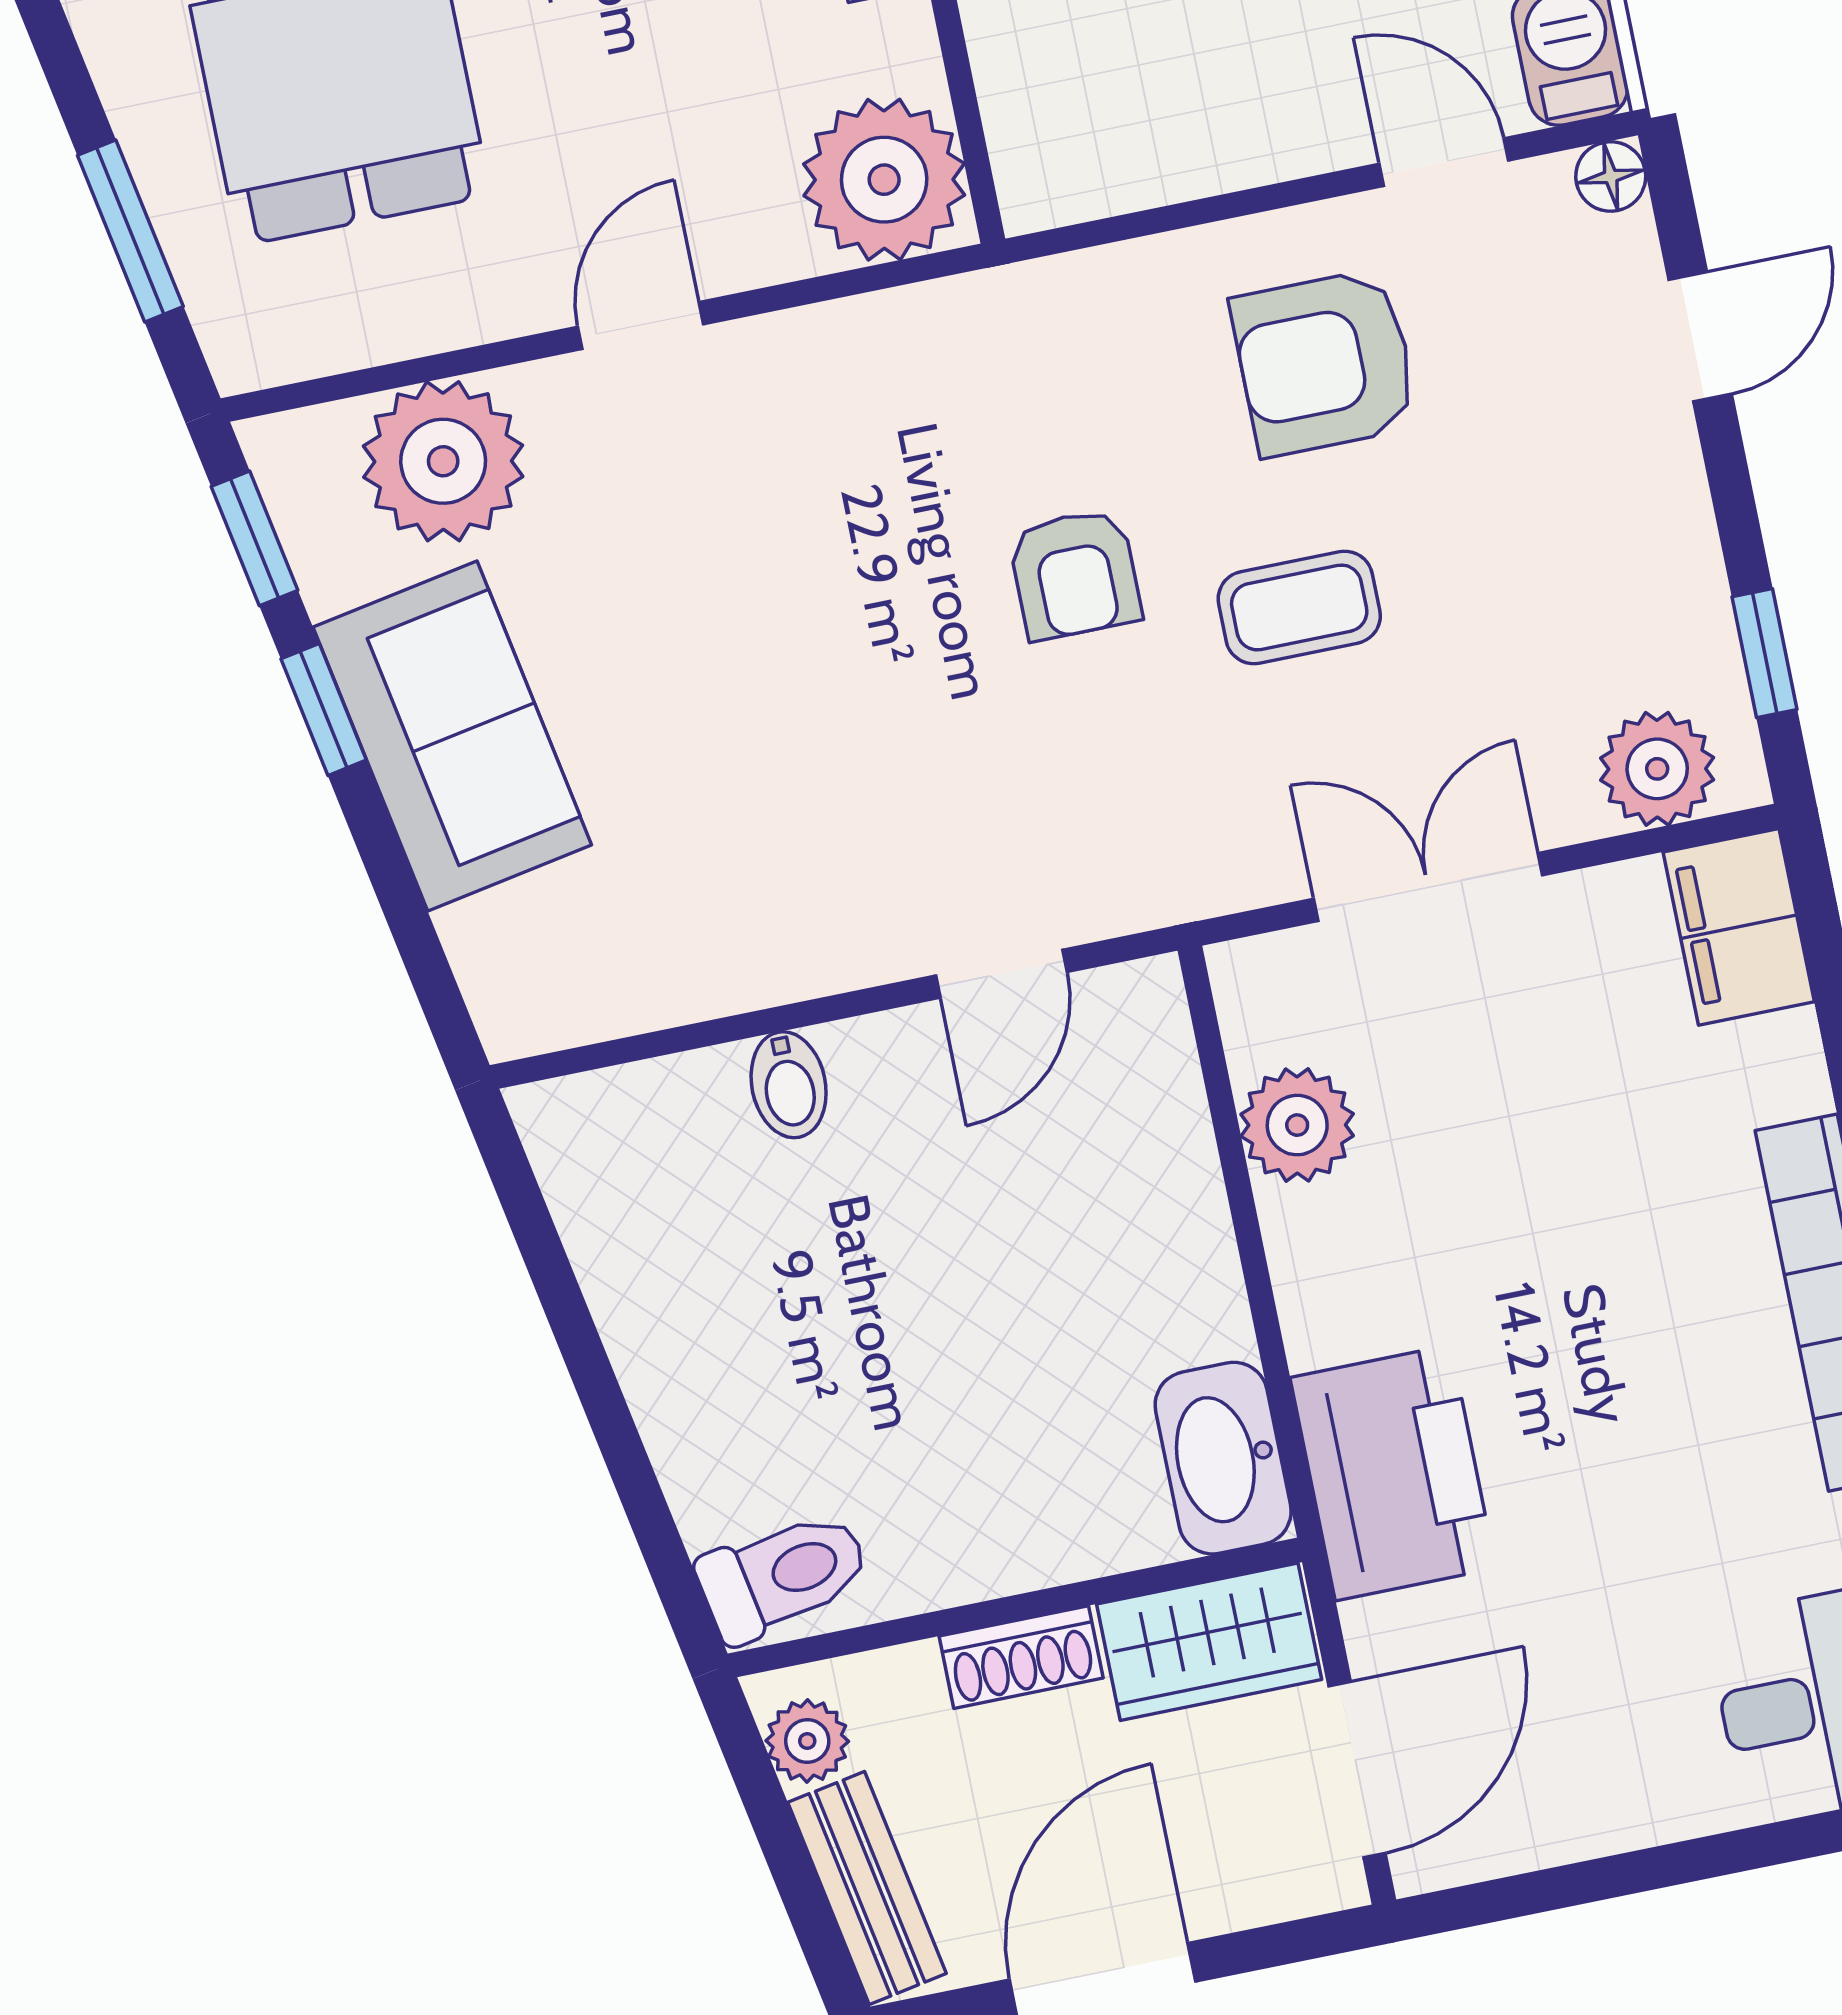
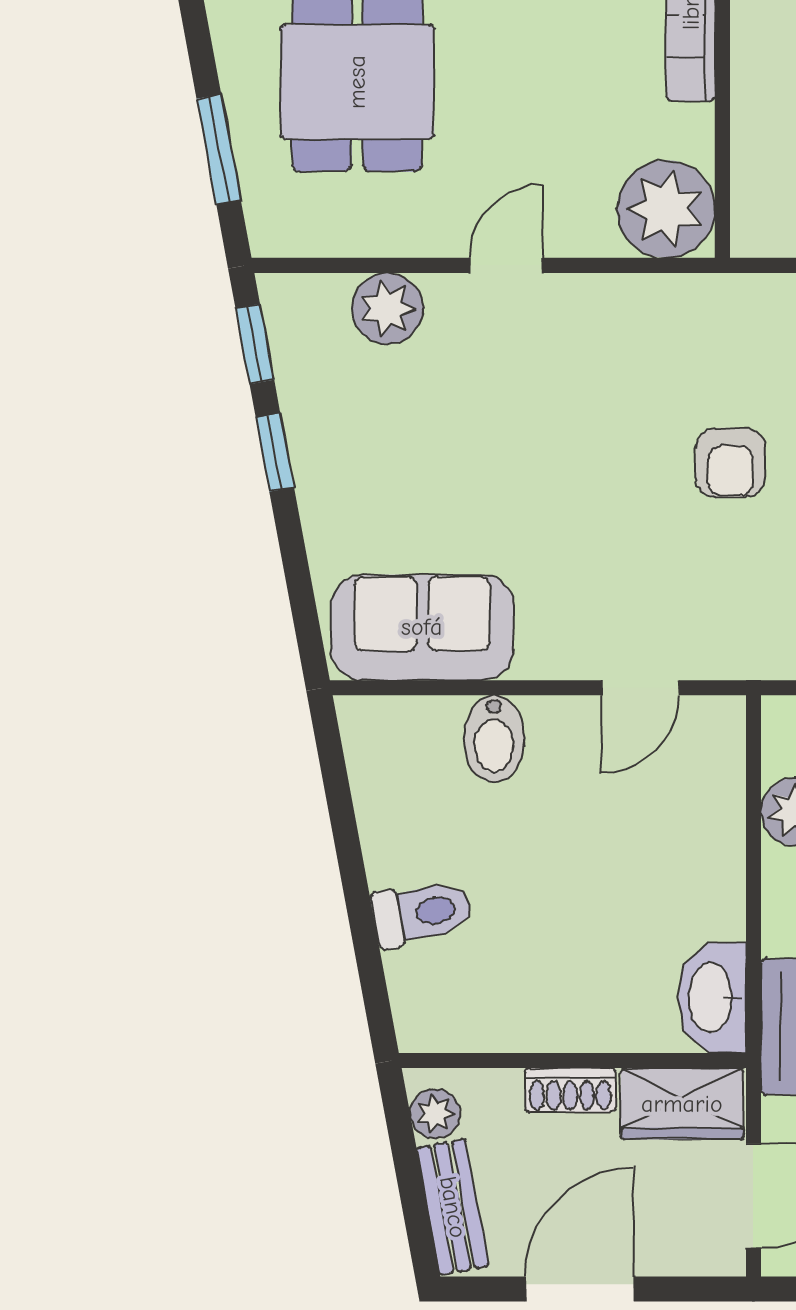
plant: (443, 461) -> (387, 308), width x0.73, depth x0.73
sofa: (452, 736) -> (422, 627), moved, turned -80
bidet: (789, 1085) -> (494, 739), width x1.38, depth x1.36
toilet: (783, 1576) -> (422, 913), moved

